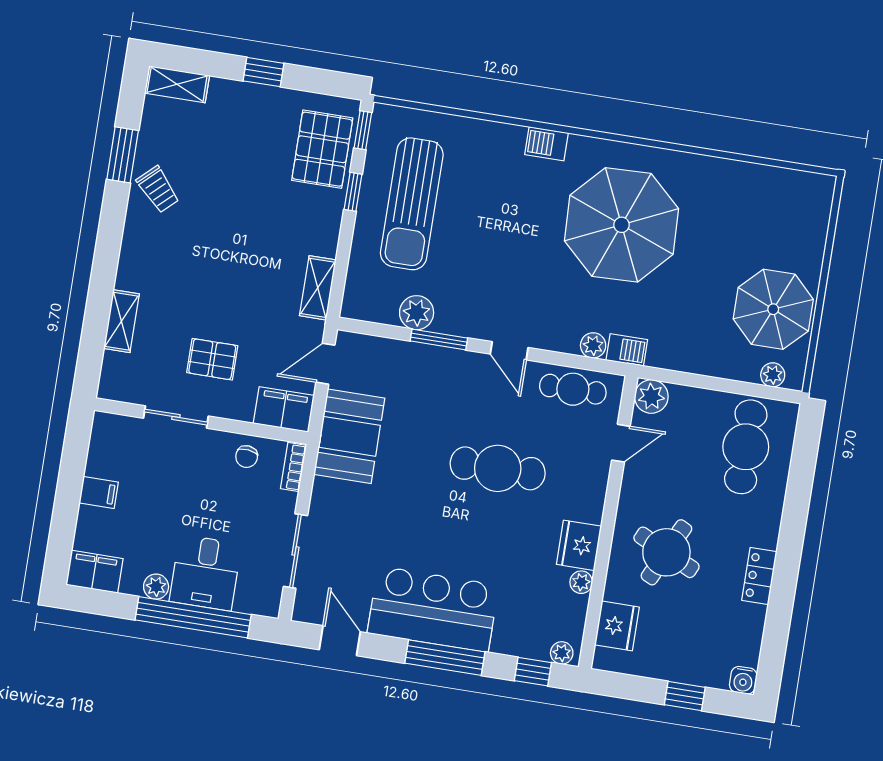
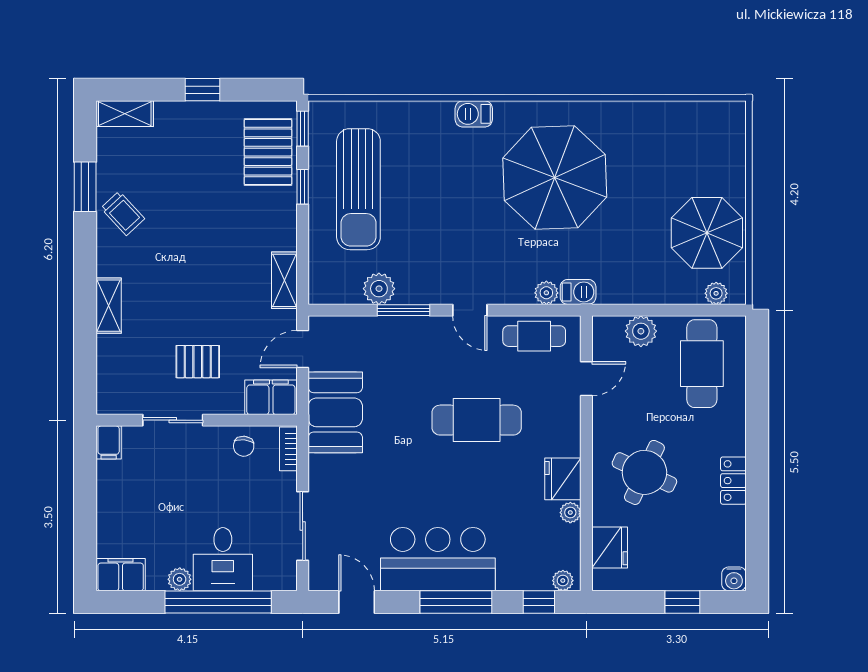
shelving: (121, 321) -> (109, 306), moved
plant: (651, 397) -> (641, 331), moved
filing cabinet: (99, 492) -> (109, 442), moved, turned 90

